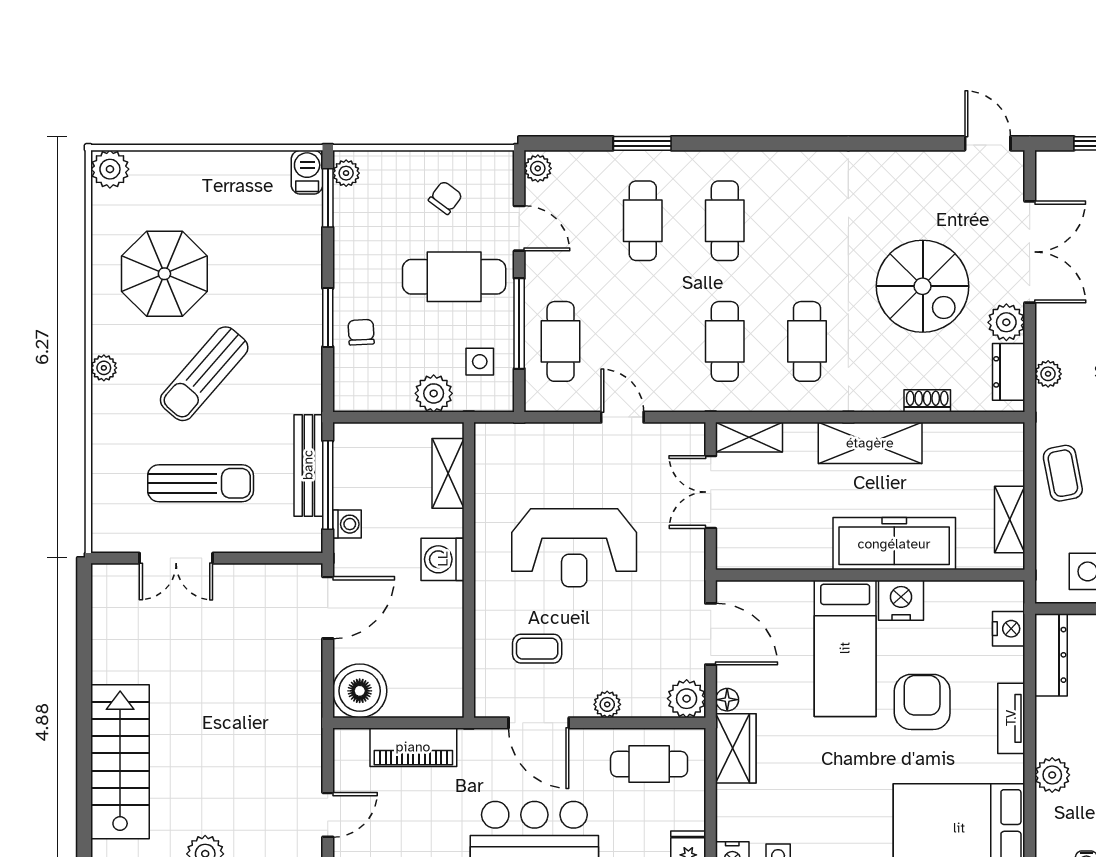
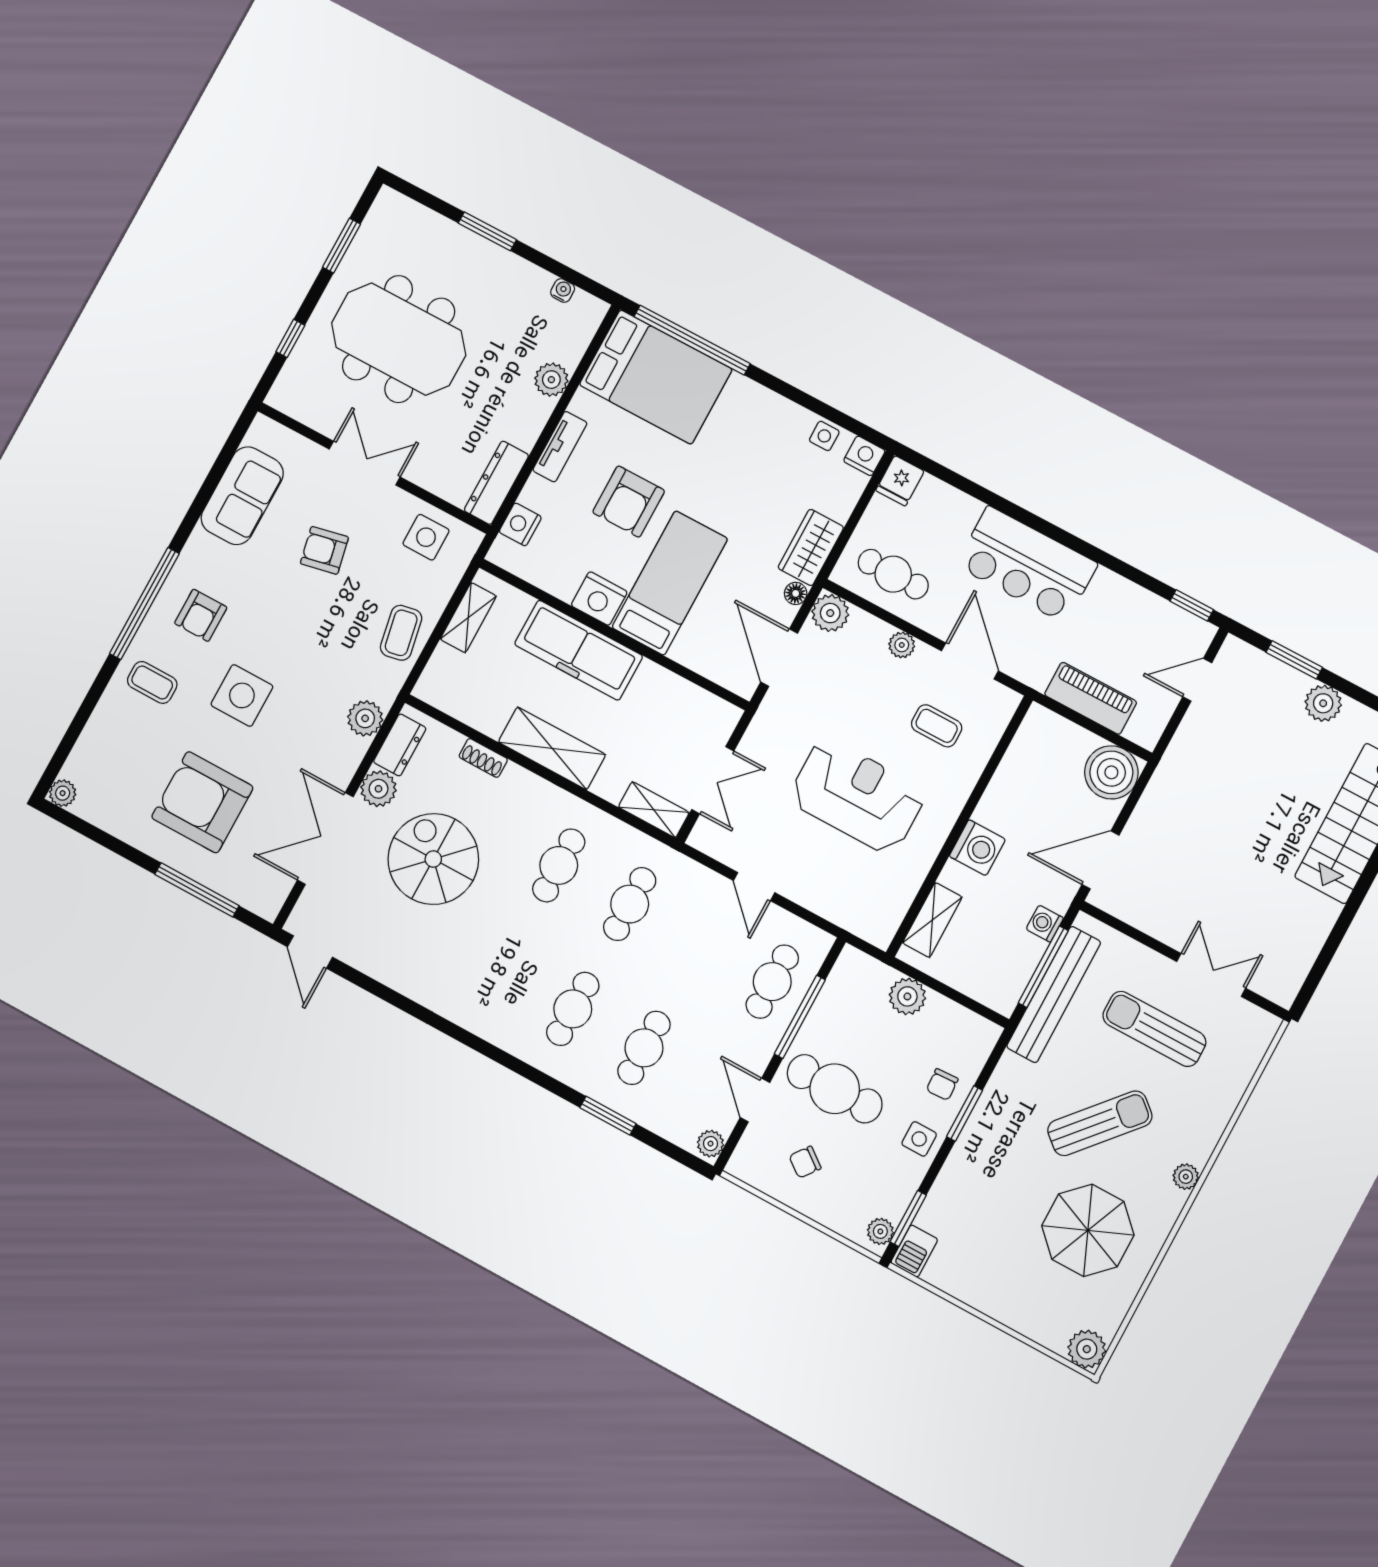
side table: (480, 362) -> (919, 1139), moved
plant: (1048, 374) -> (365, 718), width x1.38, depth x1.38
bench: (308, 465) -> (1054, 994), width x1.37, depth x1.21

